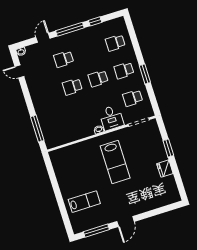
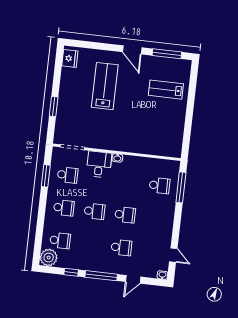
plant: (118, 25) -> (49, 258), added
window: (145, 74) -> (46, 176), moved
school desk: (55, 122) -> (159, 186), added
lab bench: (115, 162) -> (105, 86), moved
fridge: (165, 169) -> (70, 58), moved
door: (126, 221) -> (132, 50), swing flipped

